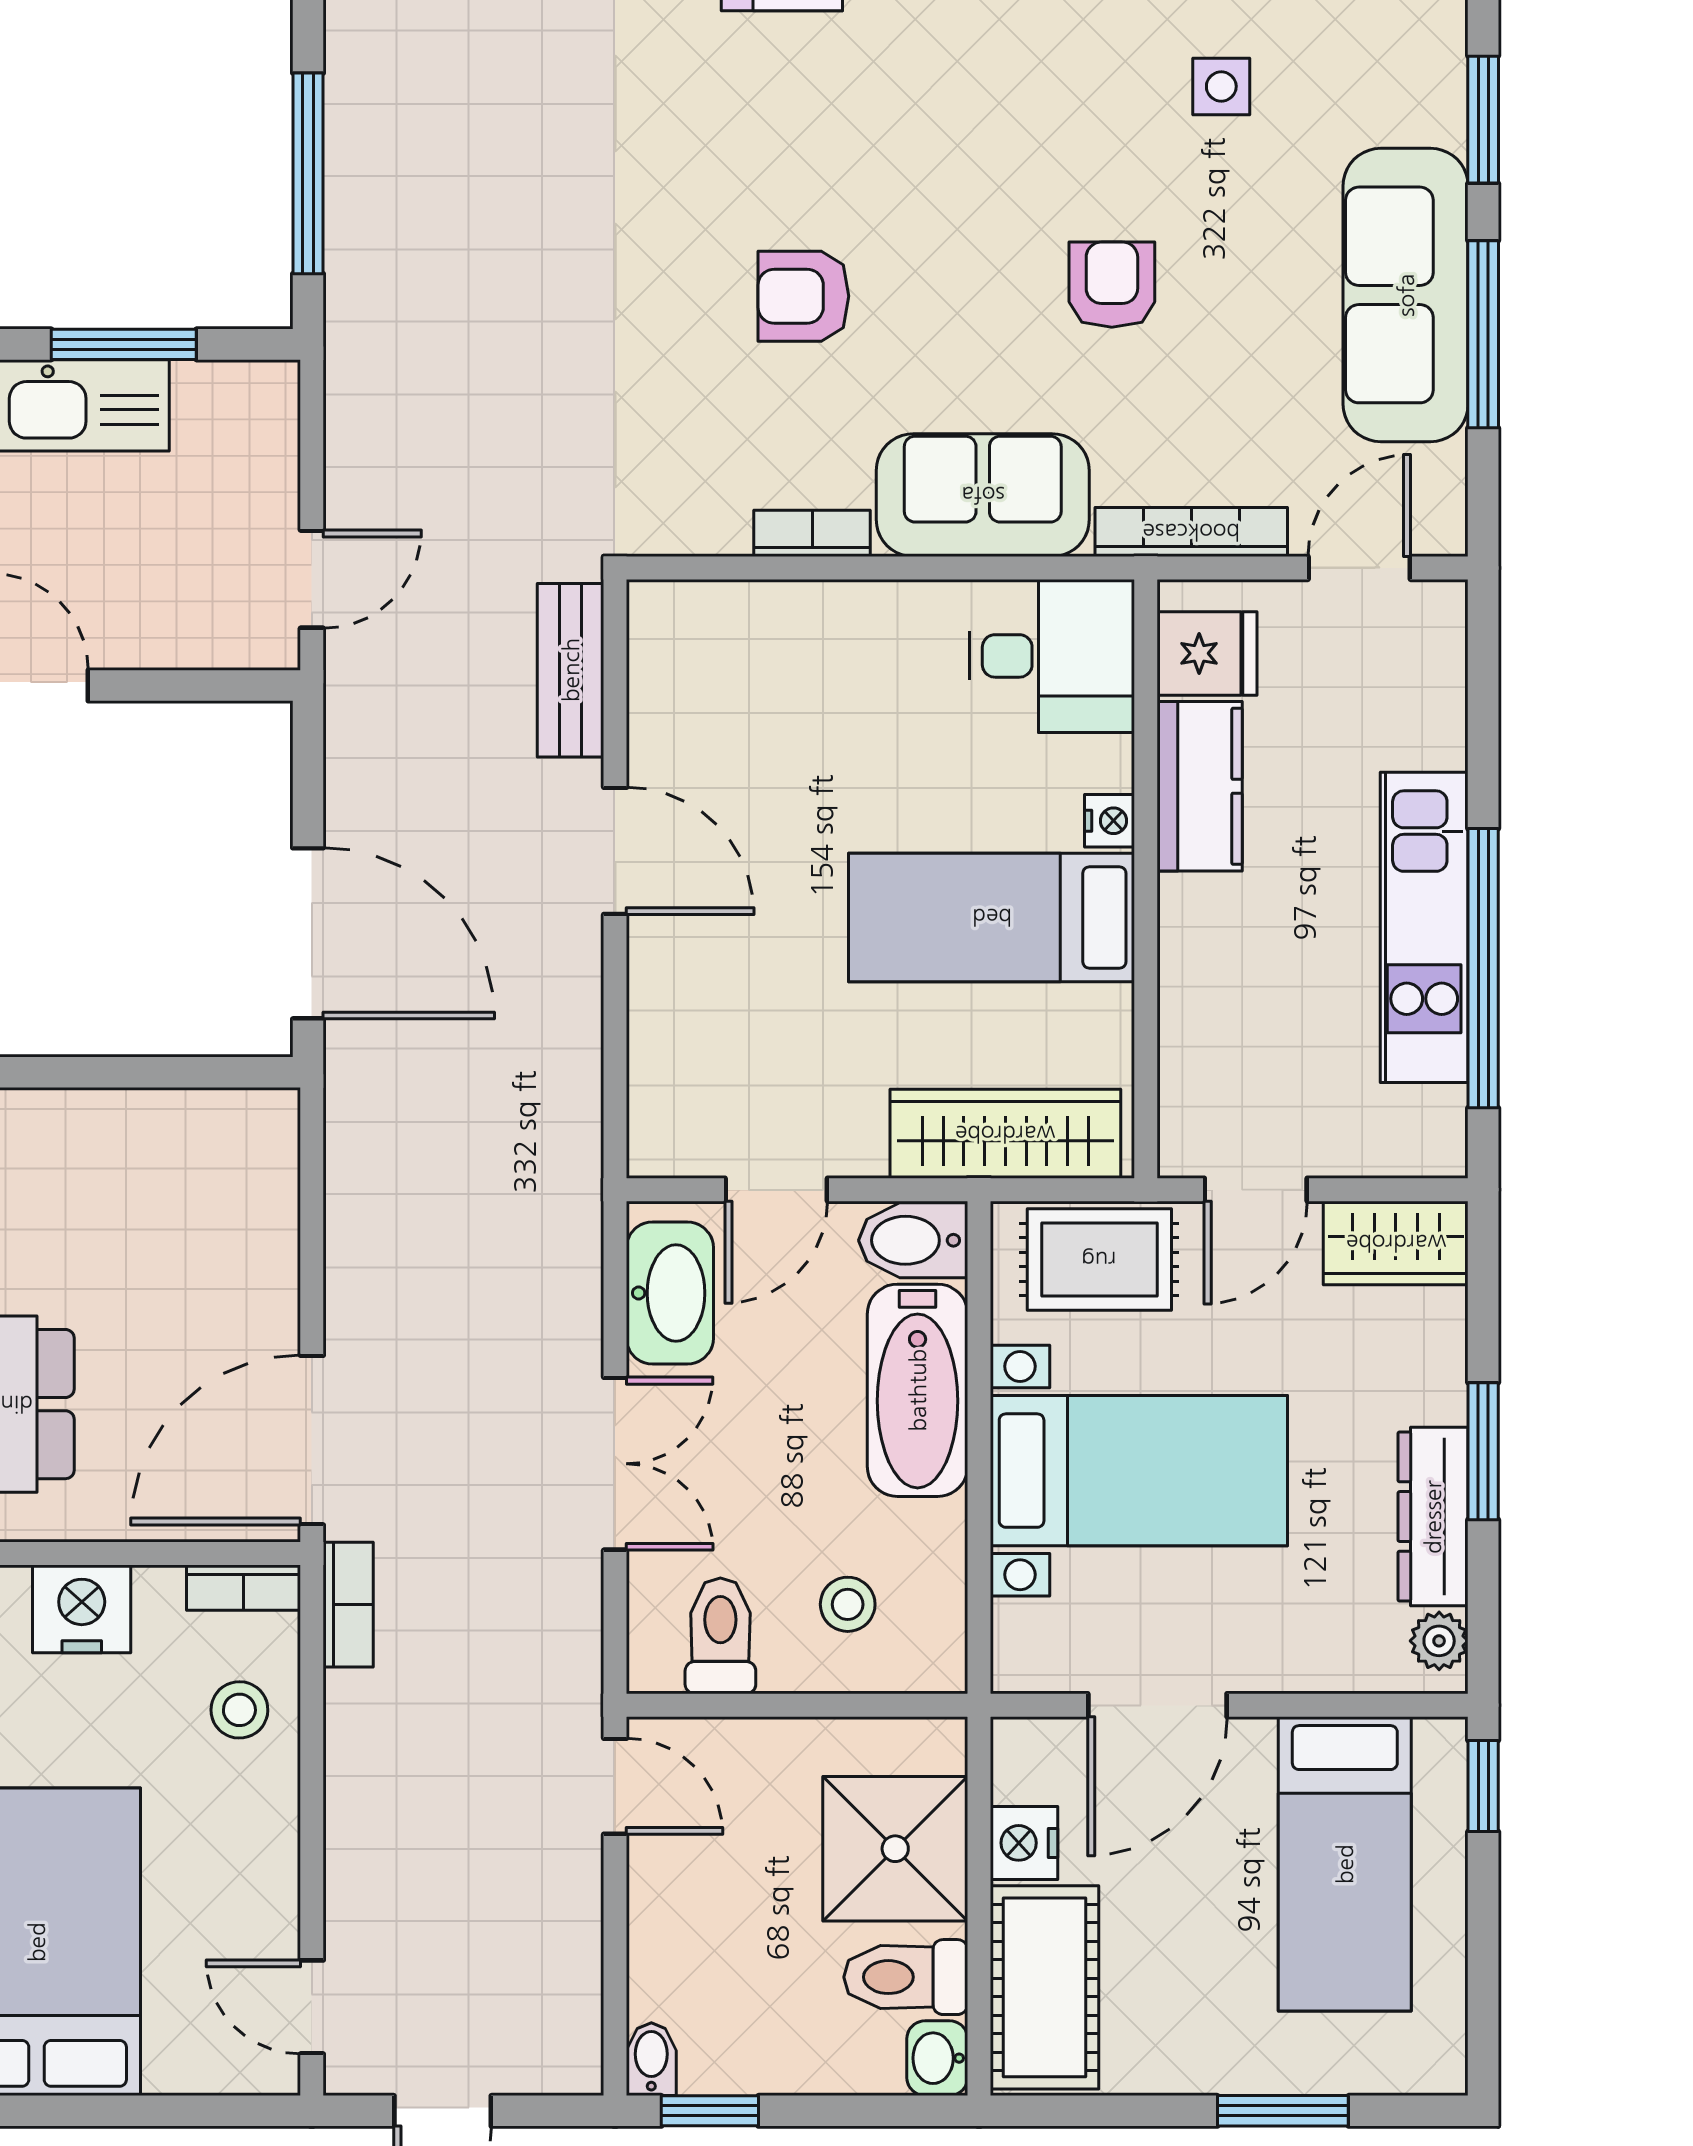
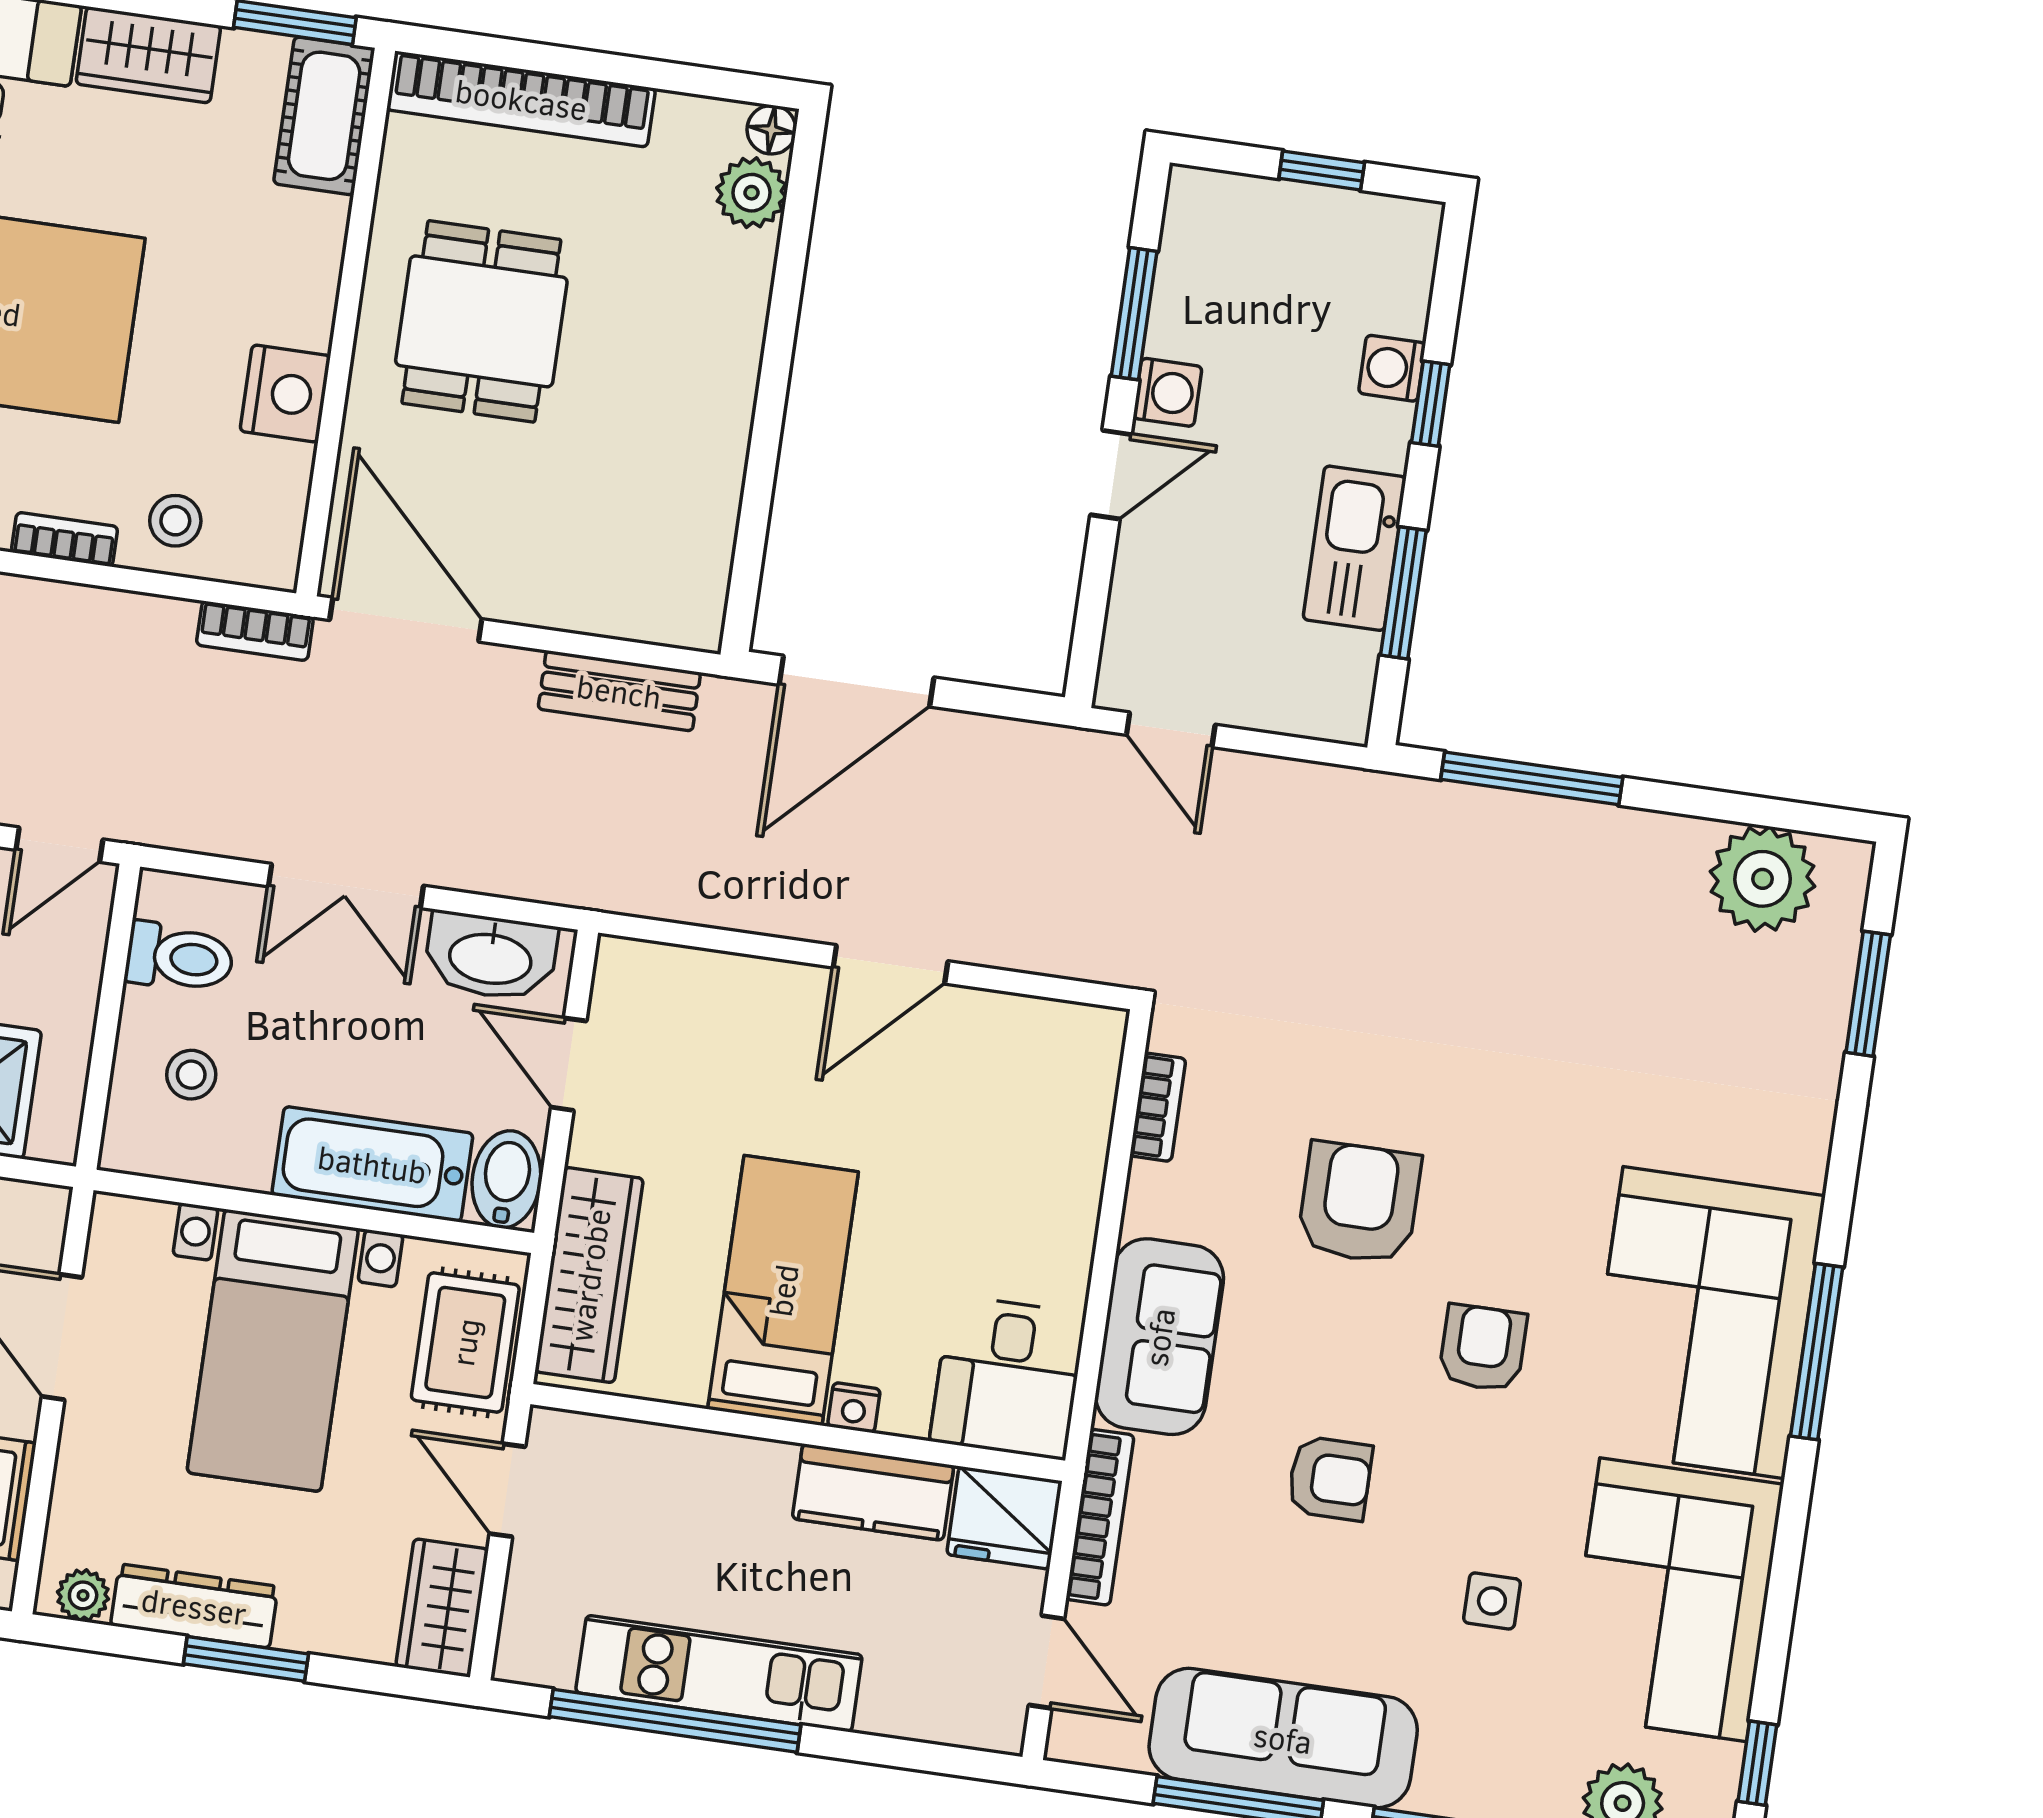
armchair: (944, 137) -> (1483, 1348), added
armchair: (803, 296) -> (1359, 1203), width x1.38, depth x1.38
bookcase: (812, 533) -> (1158, 1107), moved
fridge: (1207, 653) -> (1004, 1518), width x1.38
bench: (571, 670) -> (619, 691), moved
bookcase: (244, 1588) -> (65, 539), moved, turned 90

